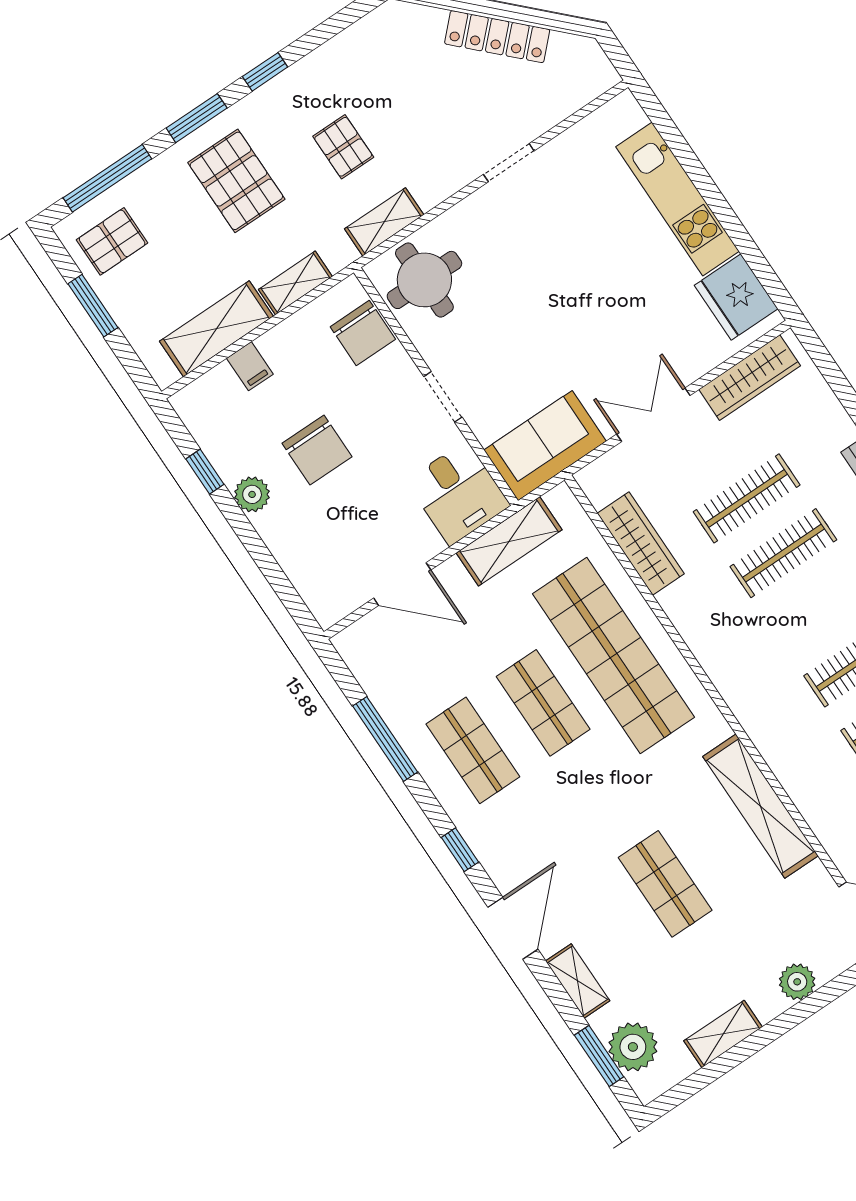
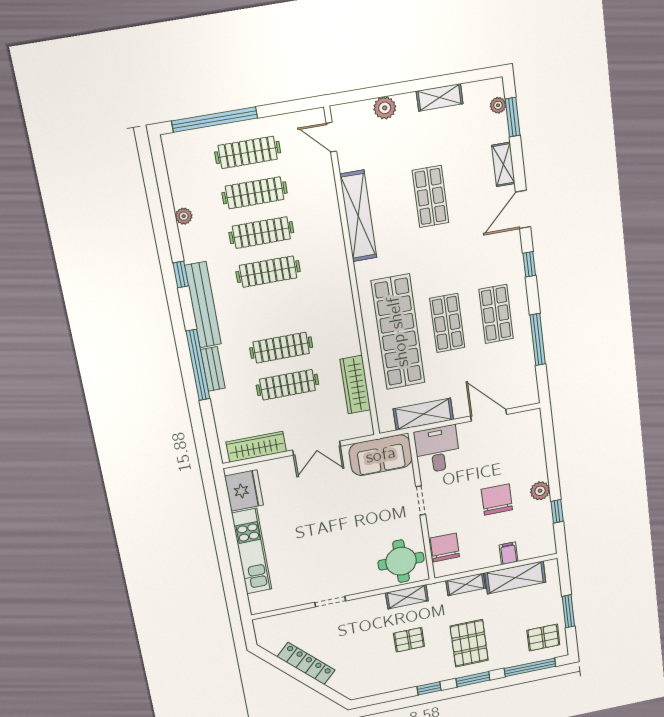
pallet: (343, 147) -> (409, 640), turned 90
plant: (633, 1047) -> (498, 105), width x0.53, depth x0.53

